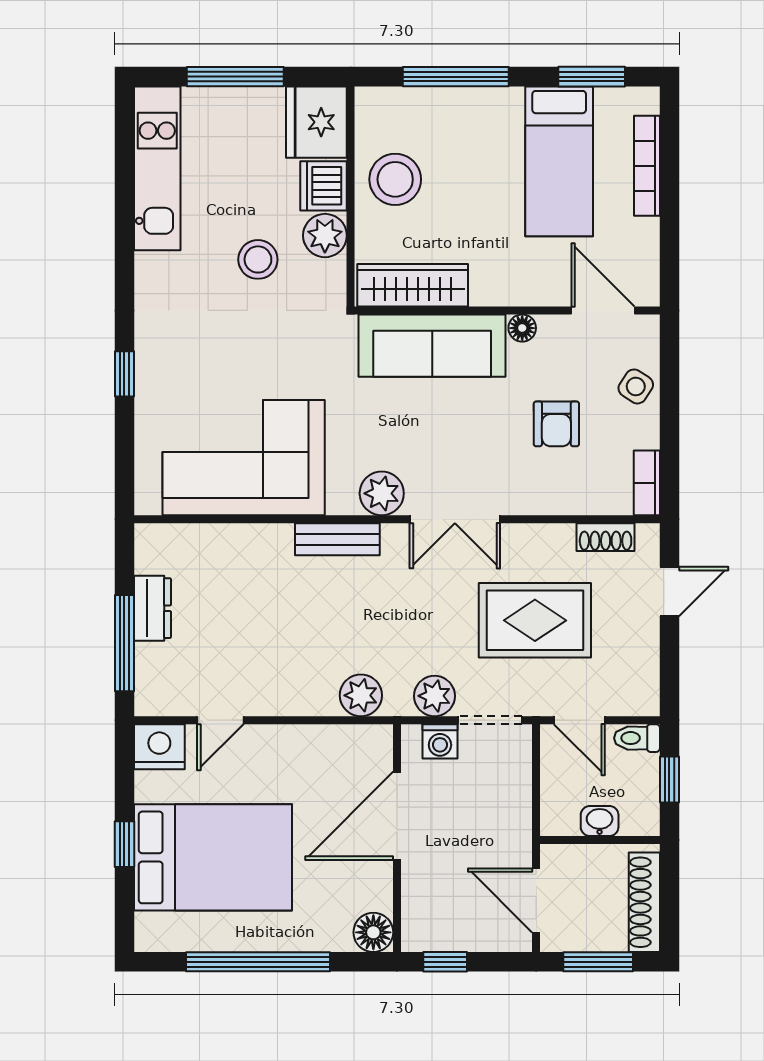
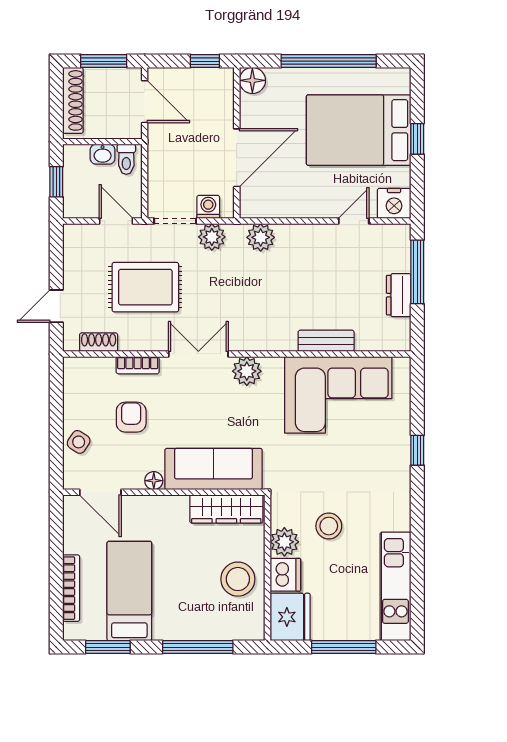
bookcase: (647, 483) -> (138, 365), moved, turned 90
bench: (337, 539) -> (326, 341), moved
toilet: (637, 738) -> (126, 159), moved, turned 90

